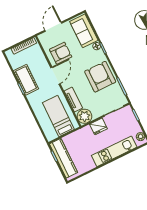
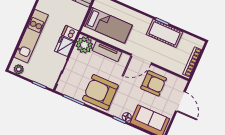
armchair: (61, 53) -> (154, 83), turned -90
door: (55, 76) -> (141, 59), hinge flipped
armchair: (100, 77) -> (100, 92), turned 180
dishwasher: (87, 132) -> (70, 33), added

